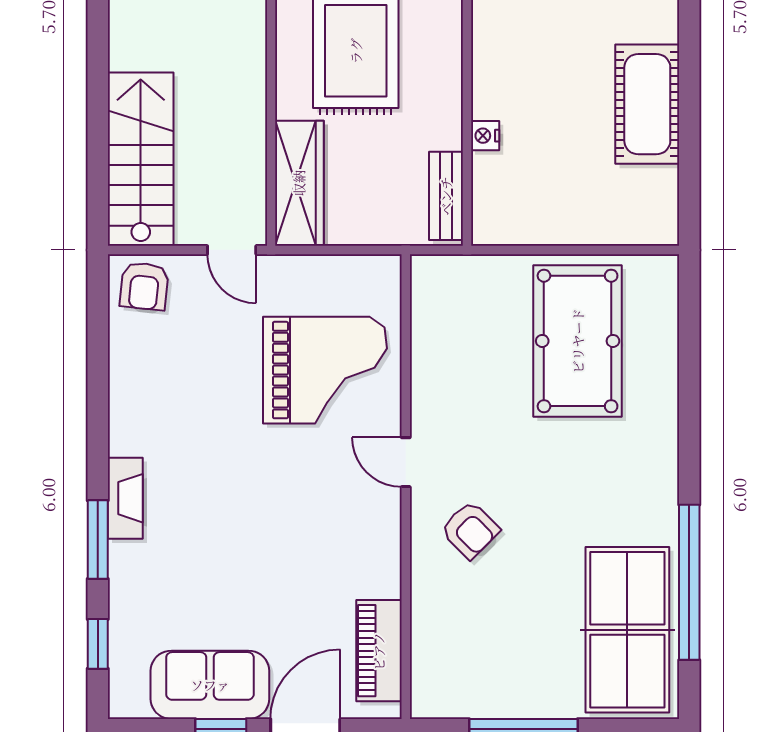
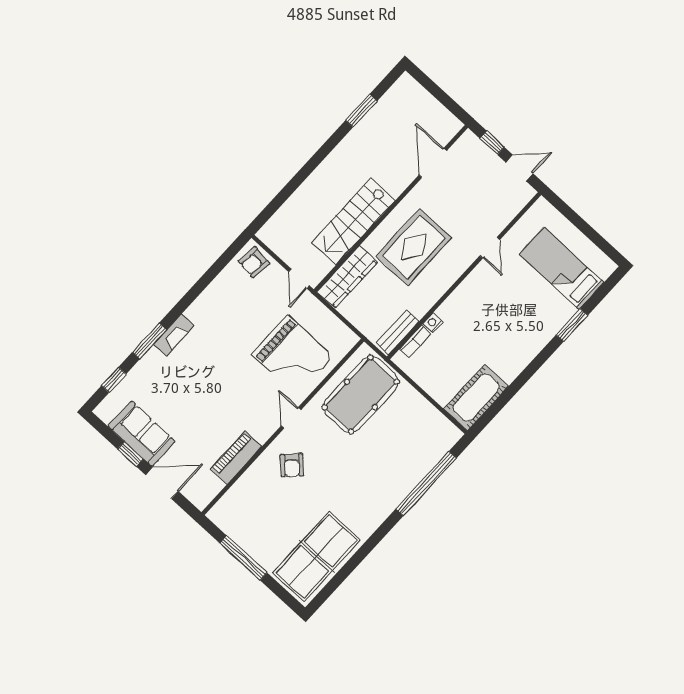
cot: (647, 104) -> (476, 398), moved
stairs: (141, 159) -> (353, 222), moved, turned 180
bookcase: (484, 186) -> (415, 341), added
pool table: (578, 341) -> (361, 394), moved
window: (689, 582) -> (426, 483), moved
piano: (379, 651) -> (236, 458), moved

